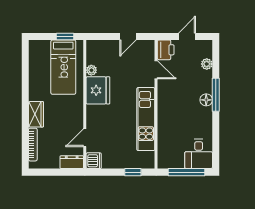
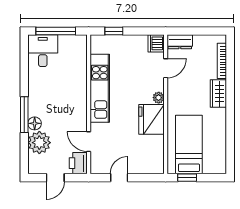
plant: (207, 64) -> (39, 143), width x1.87, depth x1.87
plant: (91, 70) -> (159, 98), moved
floor lamp: (206, 100) -> (35, 123), moved

